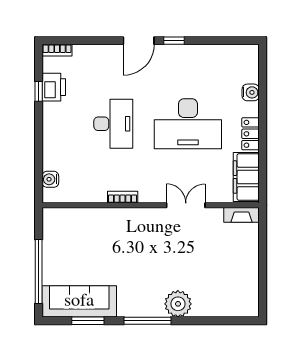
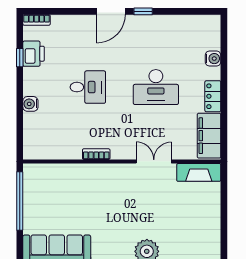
desk: (113, 124) -> (88, 87), width x0.73
desk: (188, 124) -> (156, 87), width x0.73, depth x0.77
water cooler: (50, 179) -> (30, 104), moved
fireplace: (241, 215) -> (199, 172), width x1.37, depth x1.32
window: (39, 272) -> (20, 201), moved

